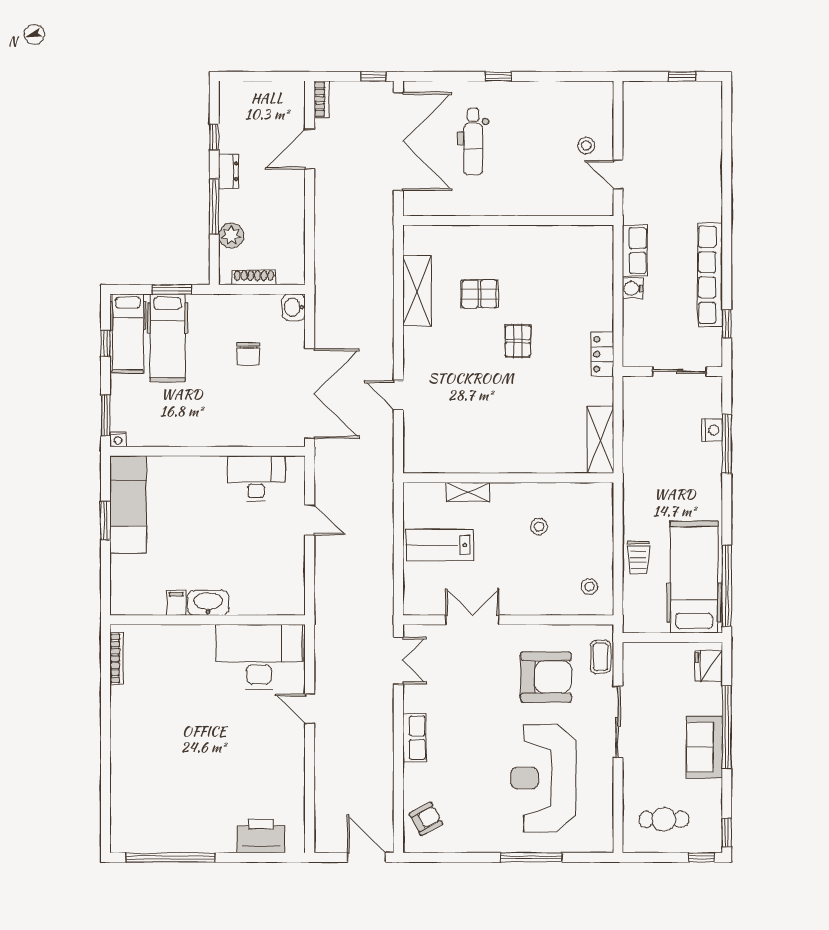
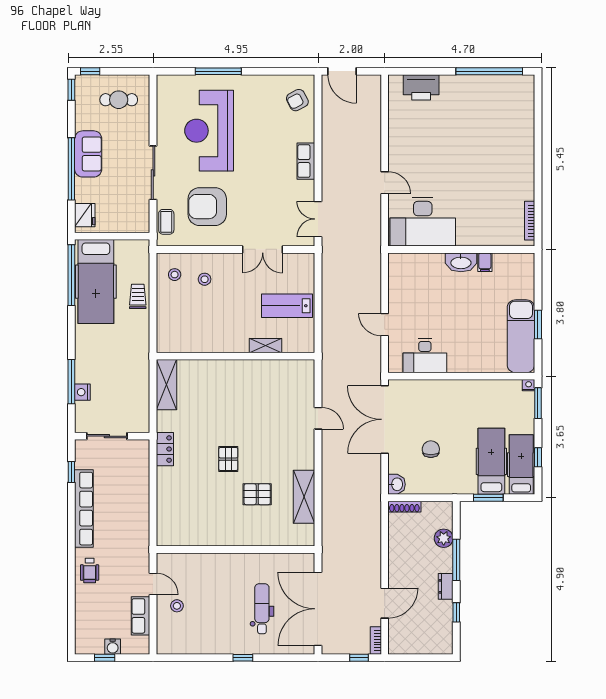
window: (373, 76) -> (359, 658), moved
wheelchair: (703, 192) -> (90, 571), added
row of seats: (635, 251) -> (141, 616), moved
shoe rack: (254, 277) -> (404, 507), moved
water cooler: (633, 288) -> (113, 647), moved, turned 90
stool: (539, 527) -> (205, 279), moved
lab bench: (440, 545) -> (287, 306), turned 180
reception desk: (543, 778) -> (209, 131), turned 180

